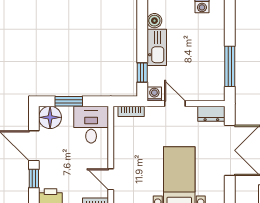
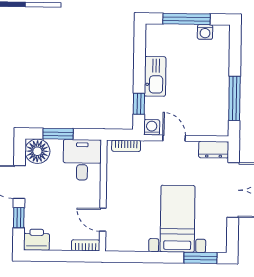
boiler: (154, 21) -> (153, 47), removed

